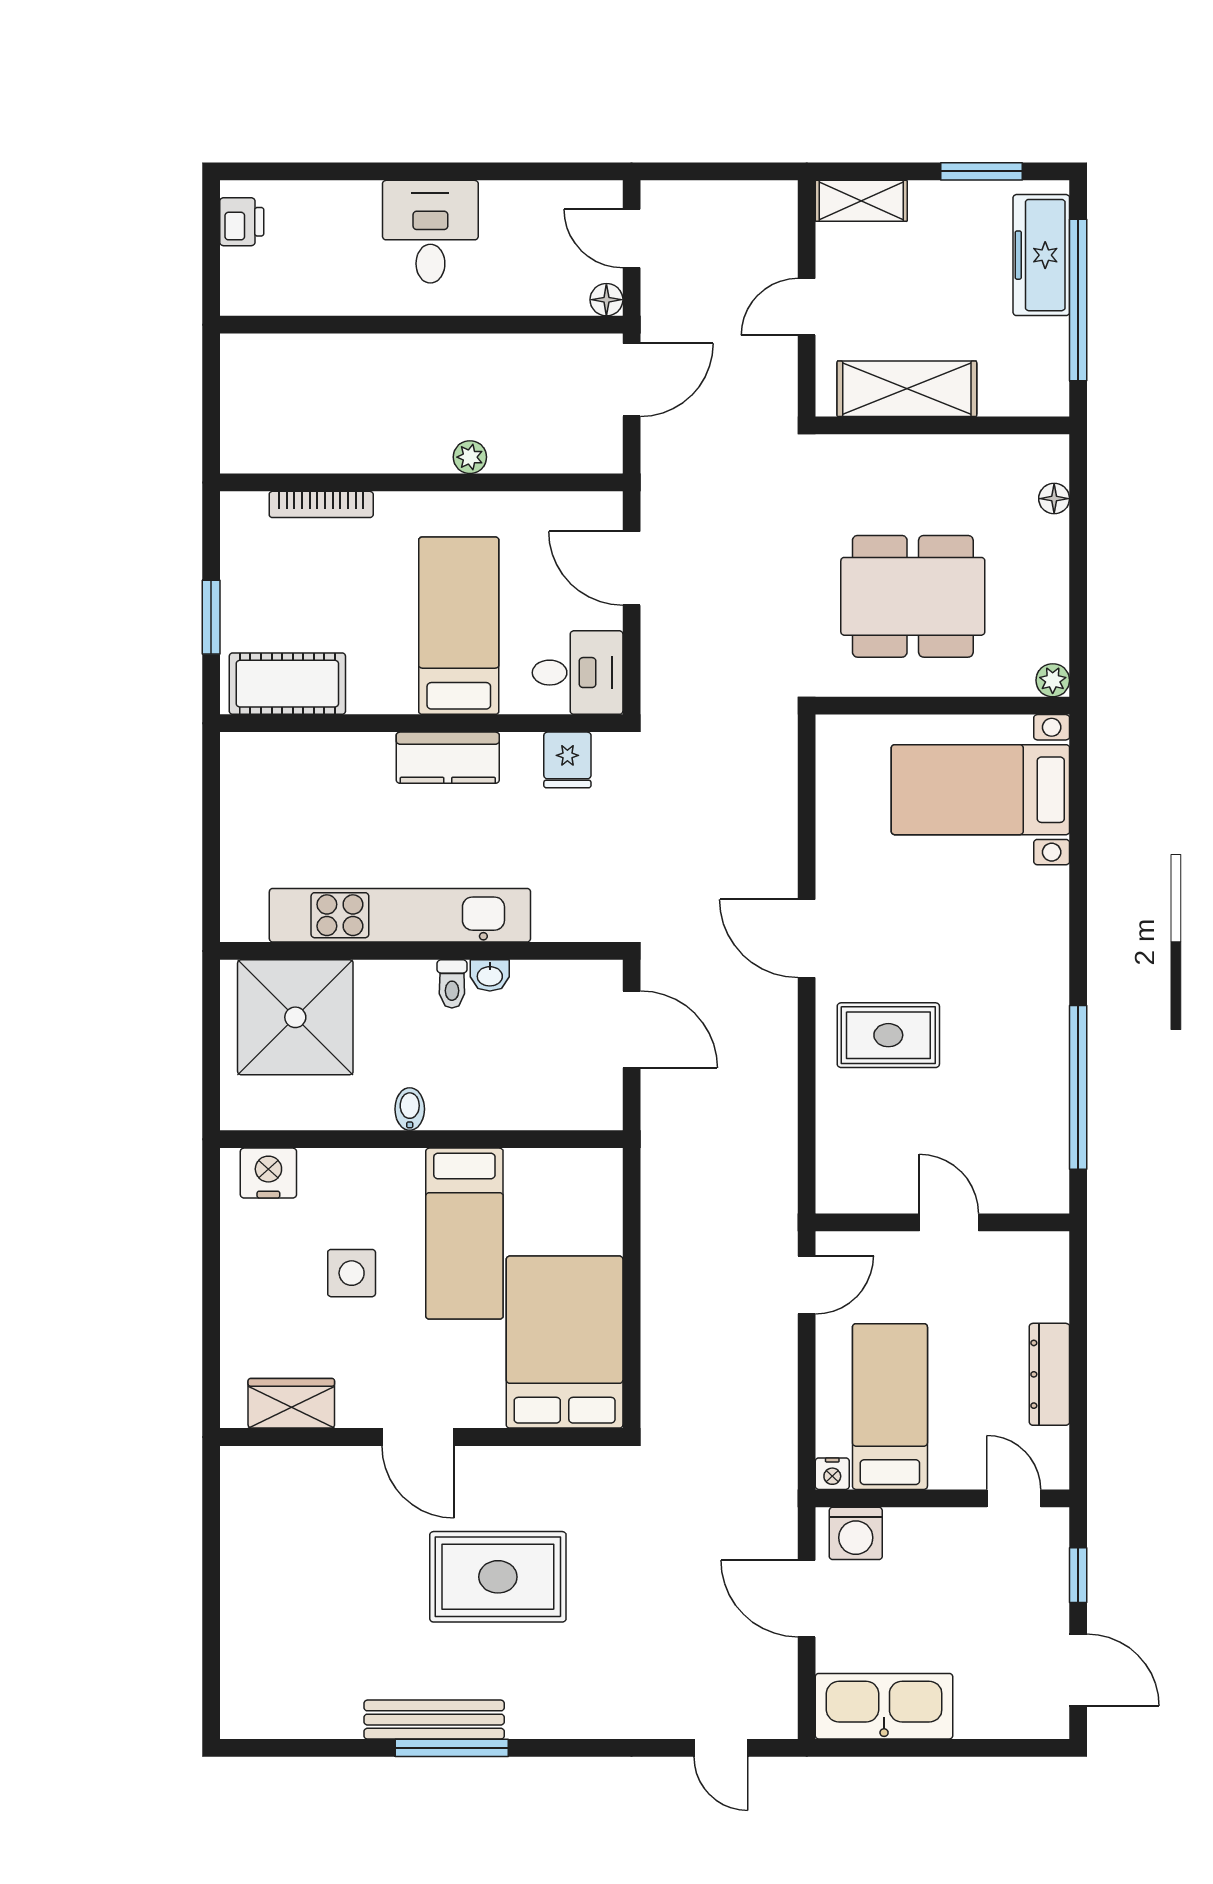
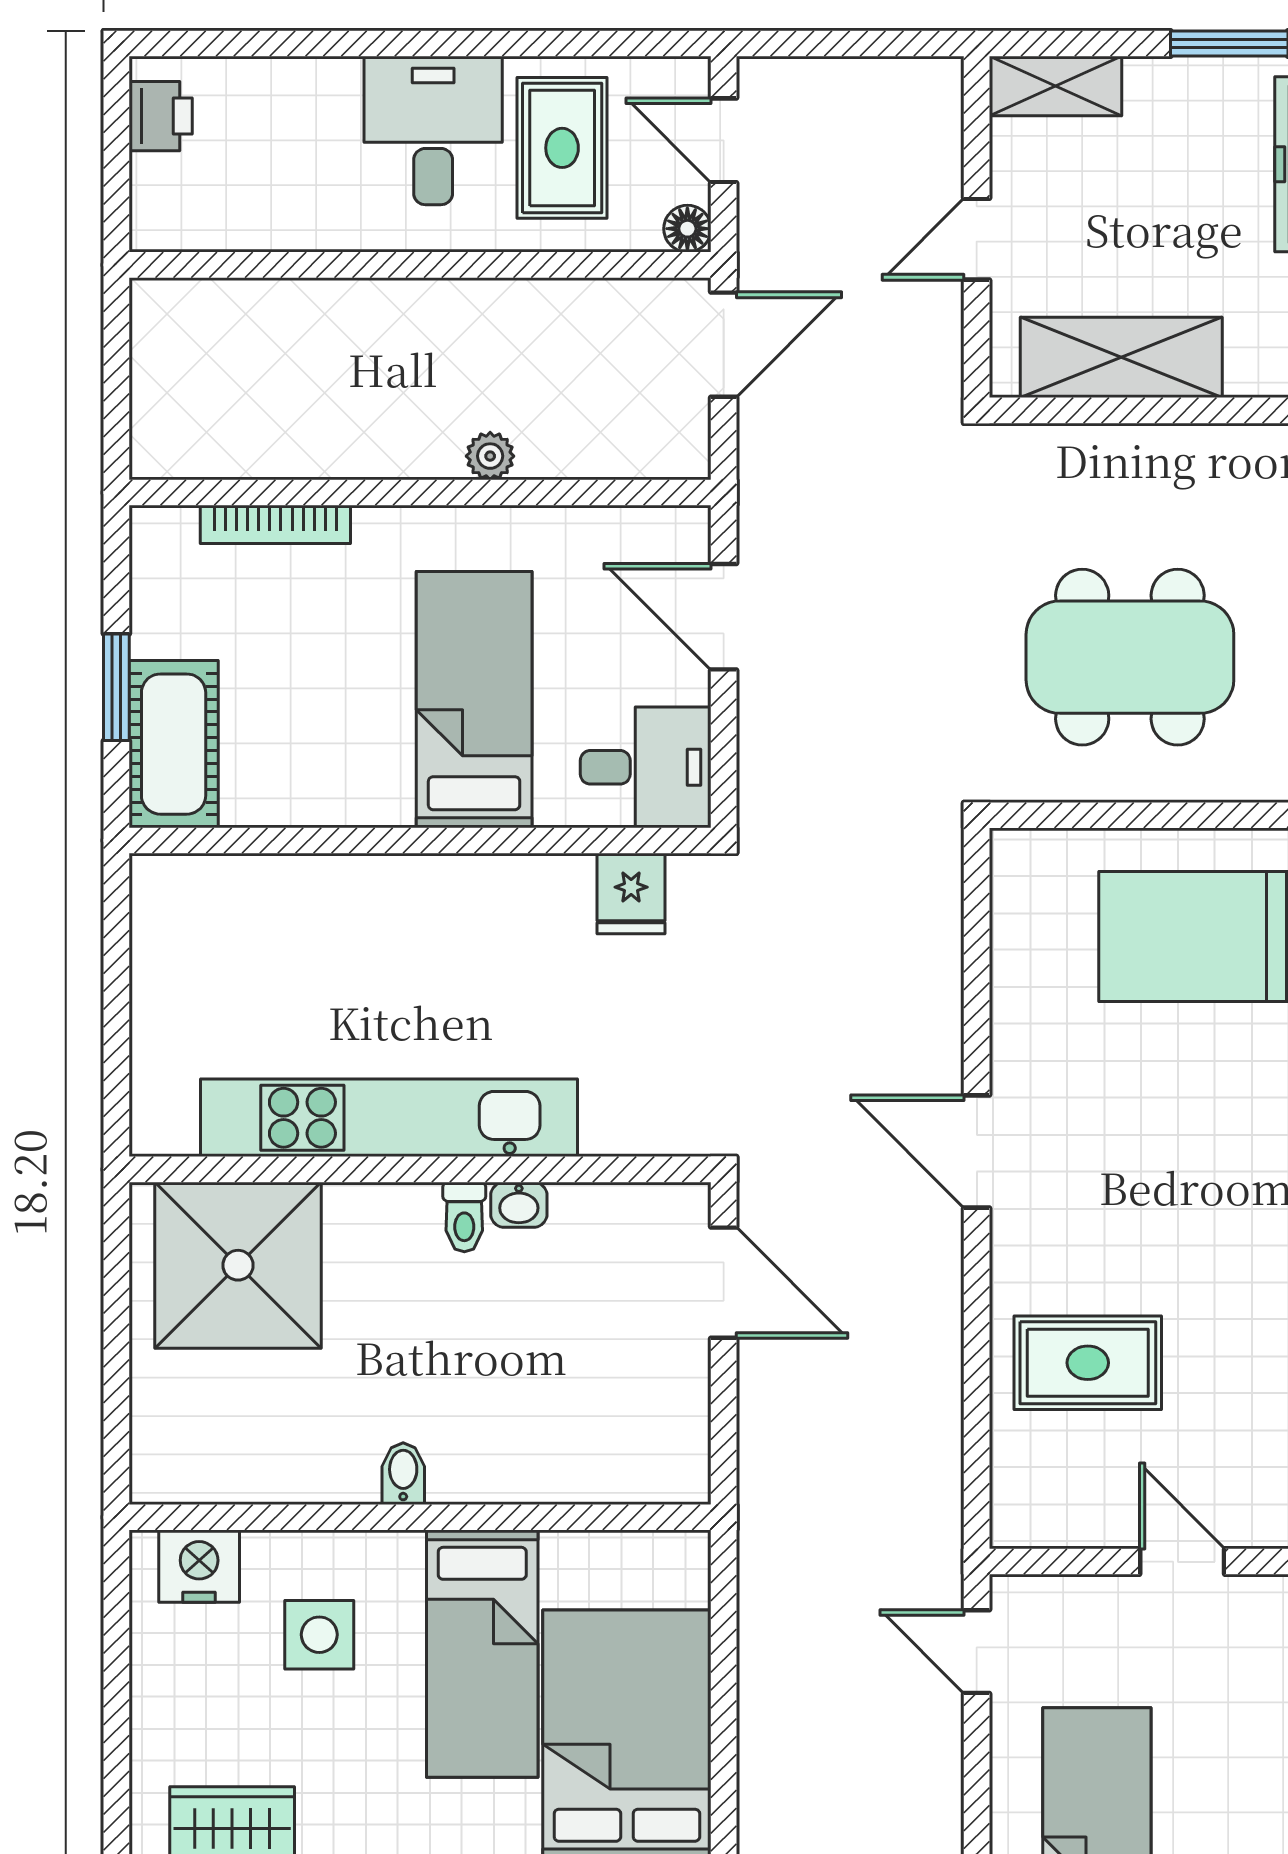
rug: (520, 244) -> (562, 148), added
cot: (287, 684) -> (174, 744), moved, turned 90
kitchen counter: (448, 758) -> (458, 890), removed
rug: (888, 1035) -> (1088, 1363), moved
bidet: (410, 1109) -> (403, 1474), moved
wall: (421, 1139) -> (420, 1517), moved
nightstand: (268, 1173) -> (199, 1566), moved
bed: (464, 1234) -> (482, 1654), moved
door: (807, 1285) -> (977, 1652), swing flipped

